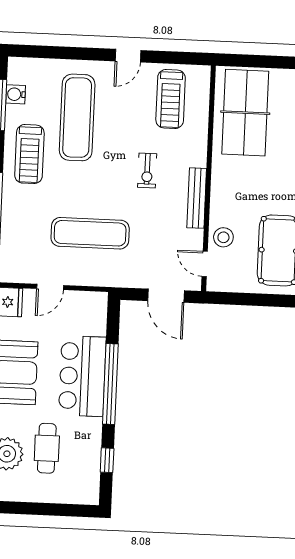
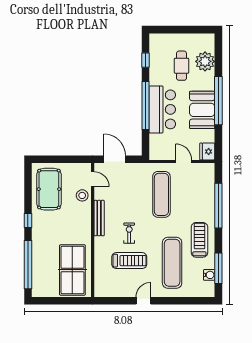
treadmill: (171, 99) -> (129, 261), moved, turned 90
exercise mat: (90, 233) -> (161, 194), turned 90
door: (50, 287) -> (184, 162), hinge flipped

